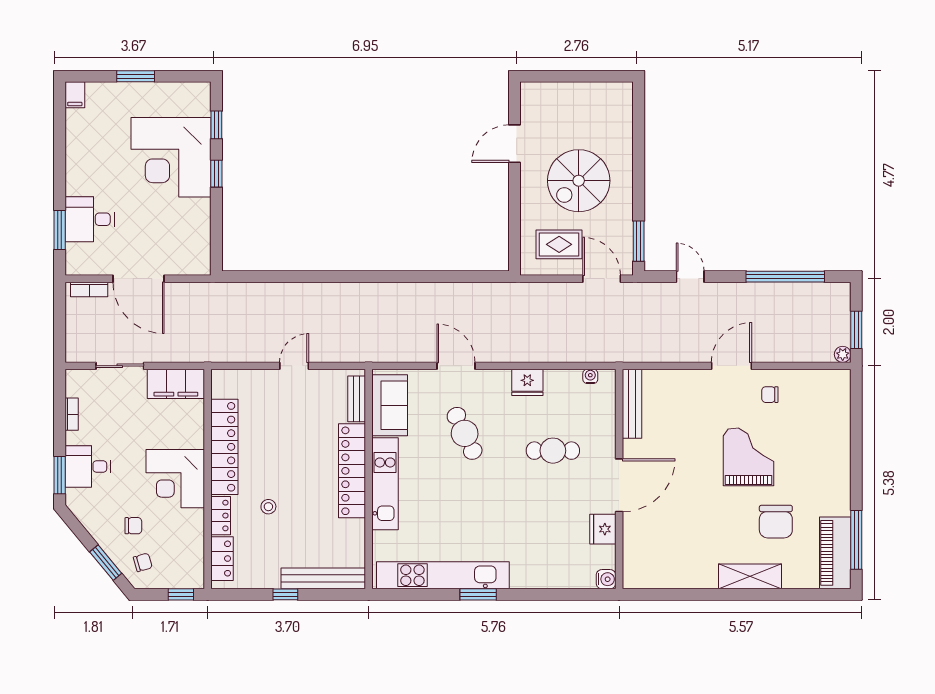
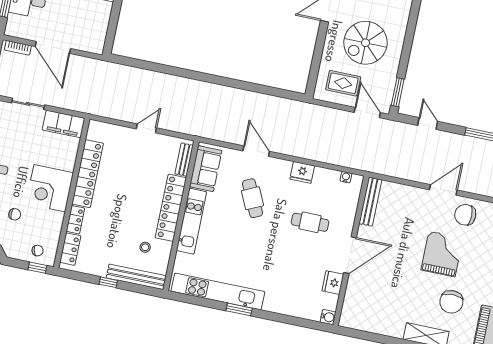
chair: (770, 395) -> (465, 215), width x1.87, depth x1.87
stool: (268, 507) -> (145, 247), moved
chair: (143, 562) -> (38, 251), moved

